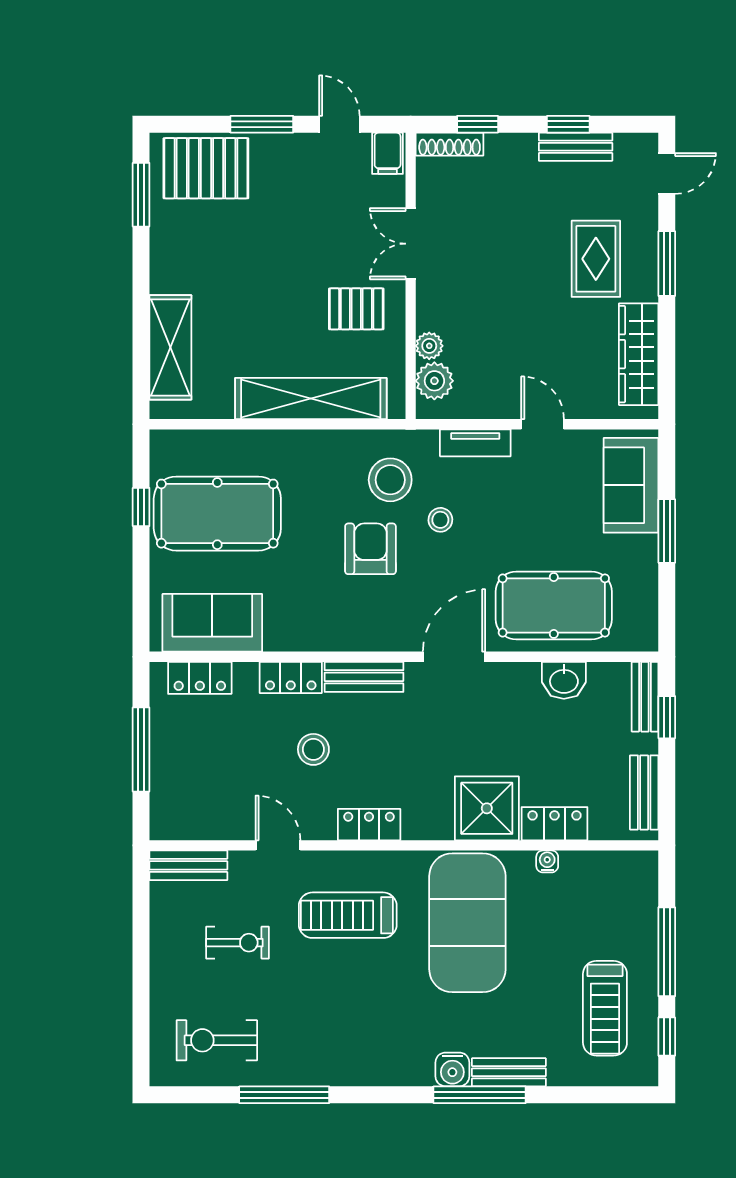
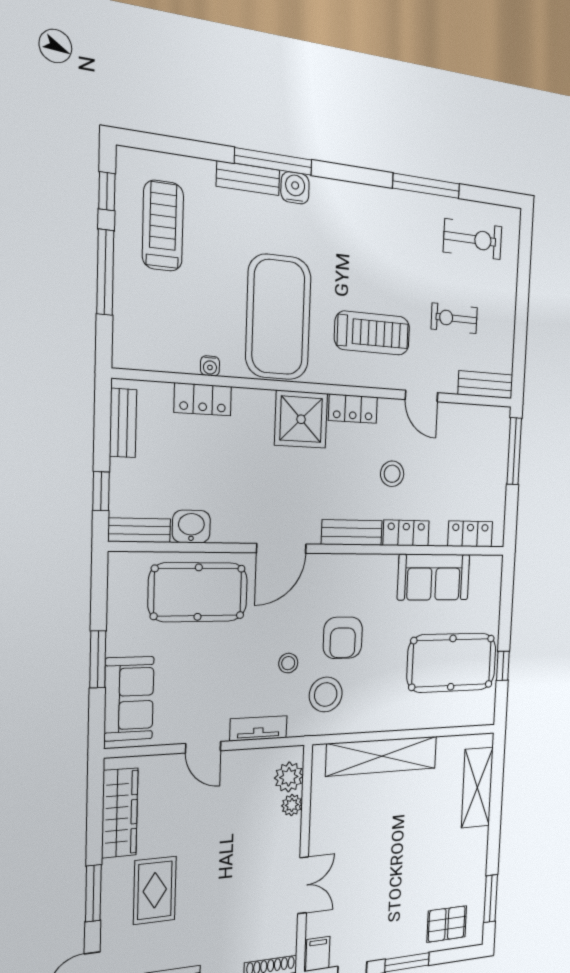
pallet: (206, 168) -> (447, 924), width x0.67, depth x0.71
pallet: (356, 309) -> (346, 829), removed
sofa: (212, 623) -> (434, 577), moved
bench: (645, 697) -> (139, 530), moved, turned 90
window: (141, 749) -> (514, 451), moved
shower: (487, 808) -> (301, 419), moved

